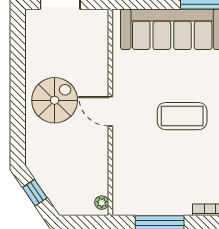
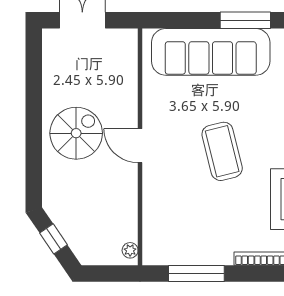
coffee table: (182, 116) -> (222, 151), turned 76

